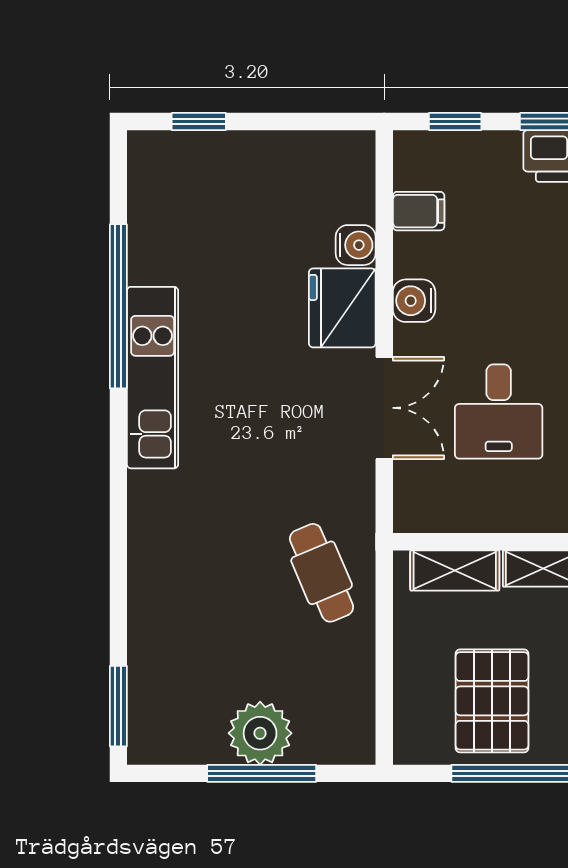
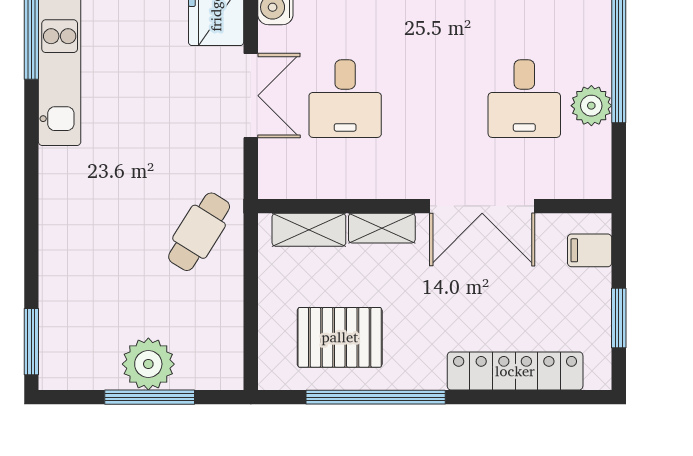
cafe table: (322, 573) -> (199, 232), turned 55
pallet: (492, 701) -> (340, 337), turned 90

